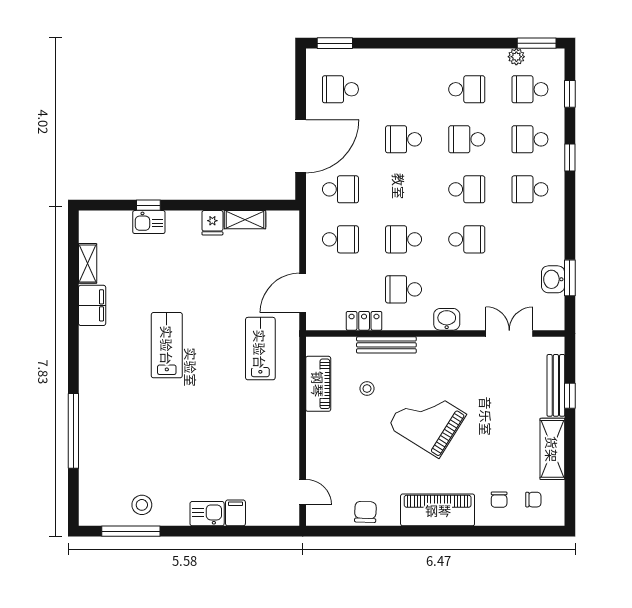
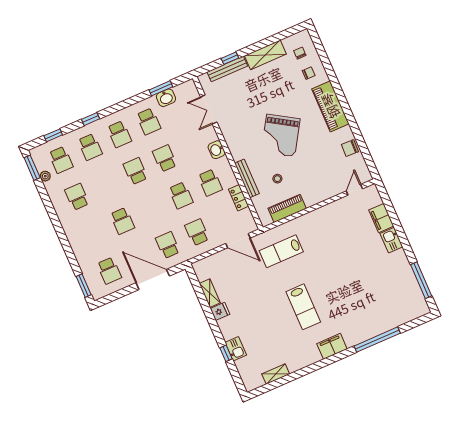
school desk: (467, 139) -> (149, 121), moved
filing cabinet: (92, 305) -> (332, 346), moved
lab bench: (167, 345) -> (303, 307), turned -90
stool: (142, 505) -> (403, 281), removed
filing cabinet: (235, 513) -> (381, 218), width x2.00

